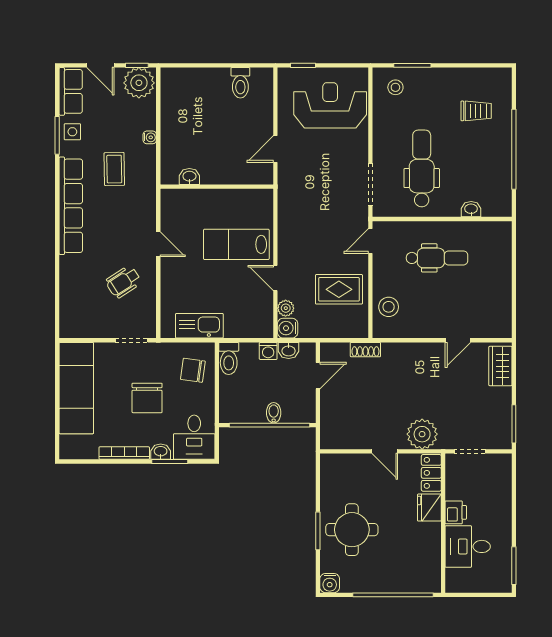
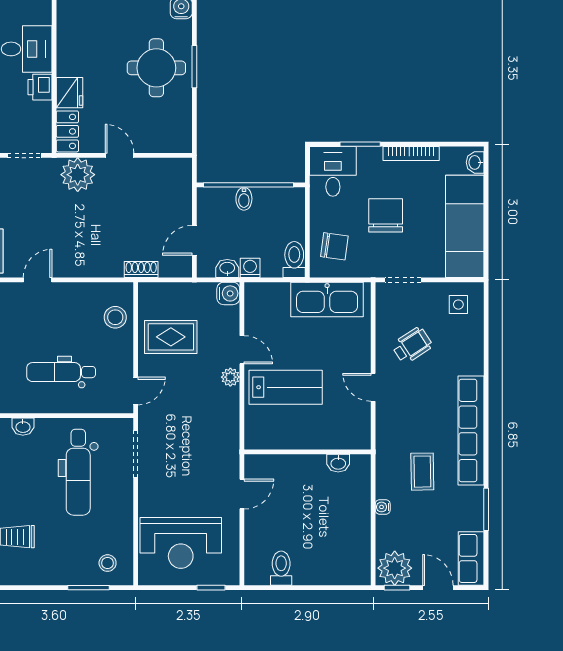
side table: (72, 132) -> (458, 305), moved
plant: (286, 308) -> (230, 377), moved
kitchen sink: (199, 326) -> (327, 299), width x1.36, depth x1.24
washbasin: (161, 452) -> (475, 162), moved, turned 90

